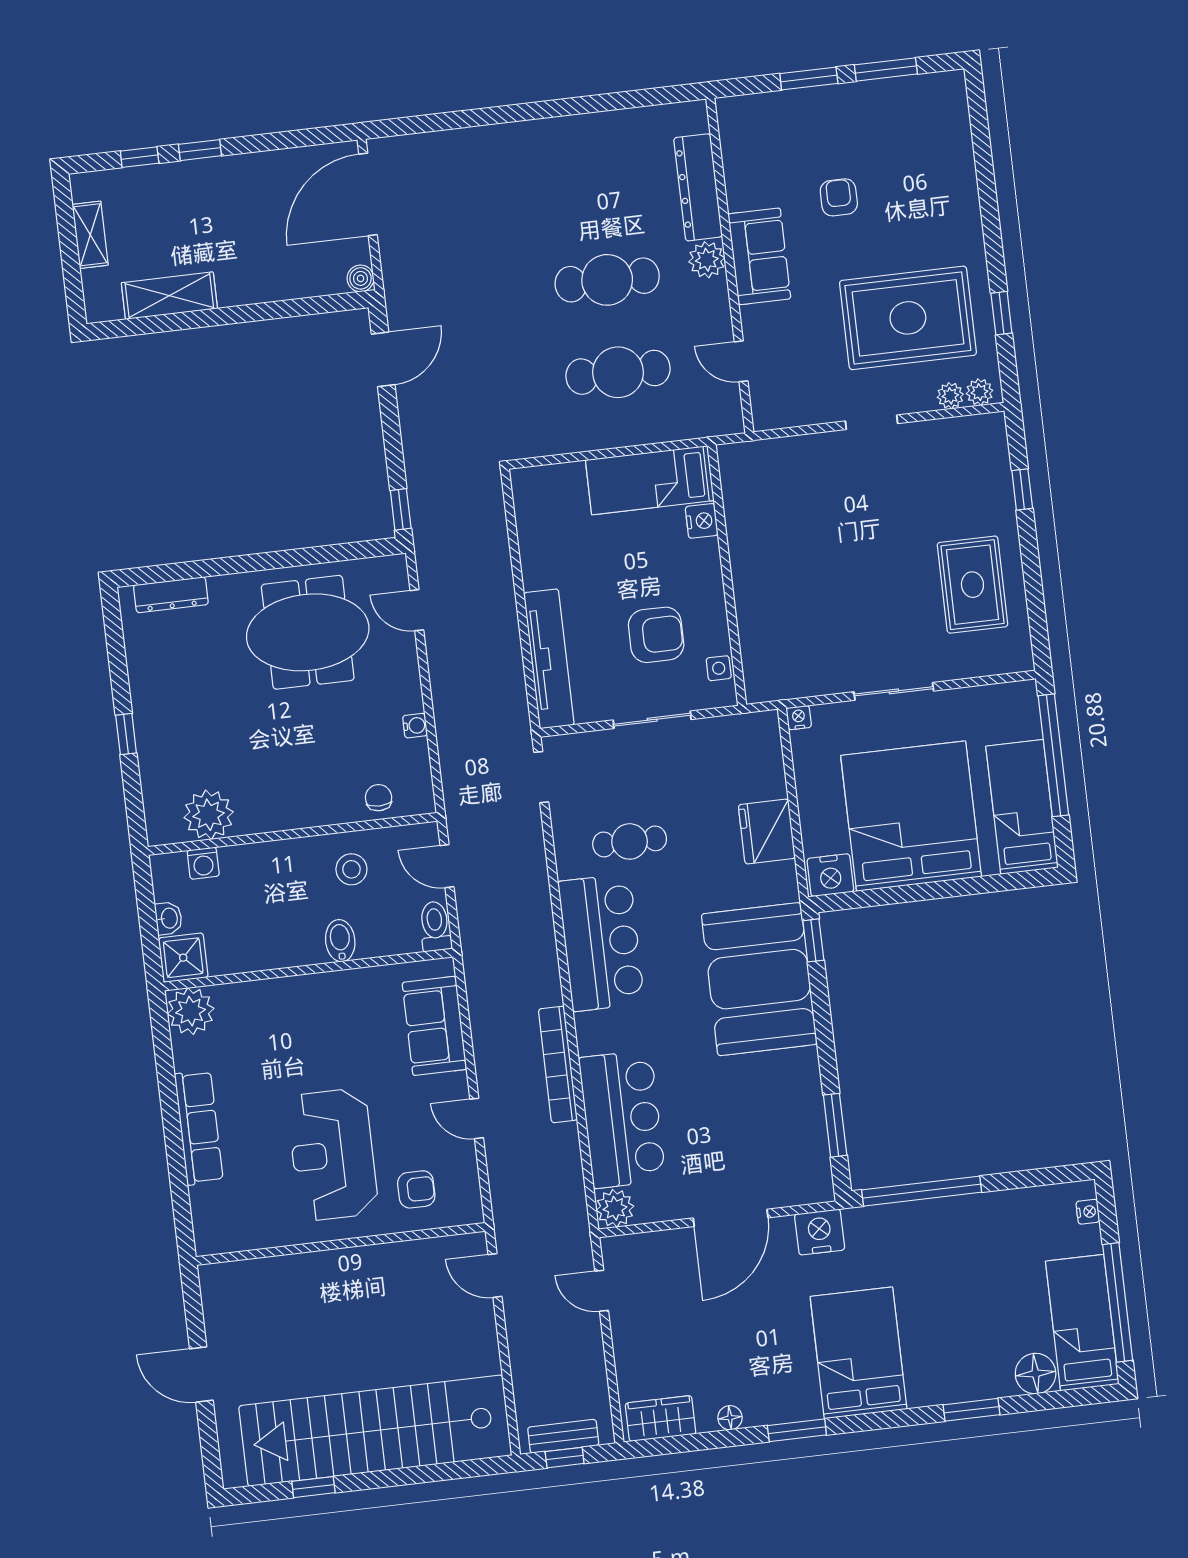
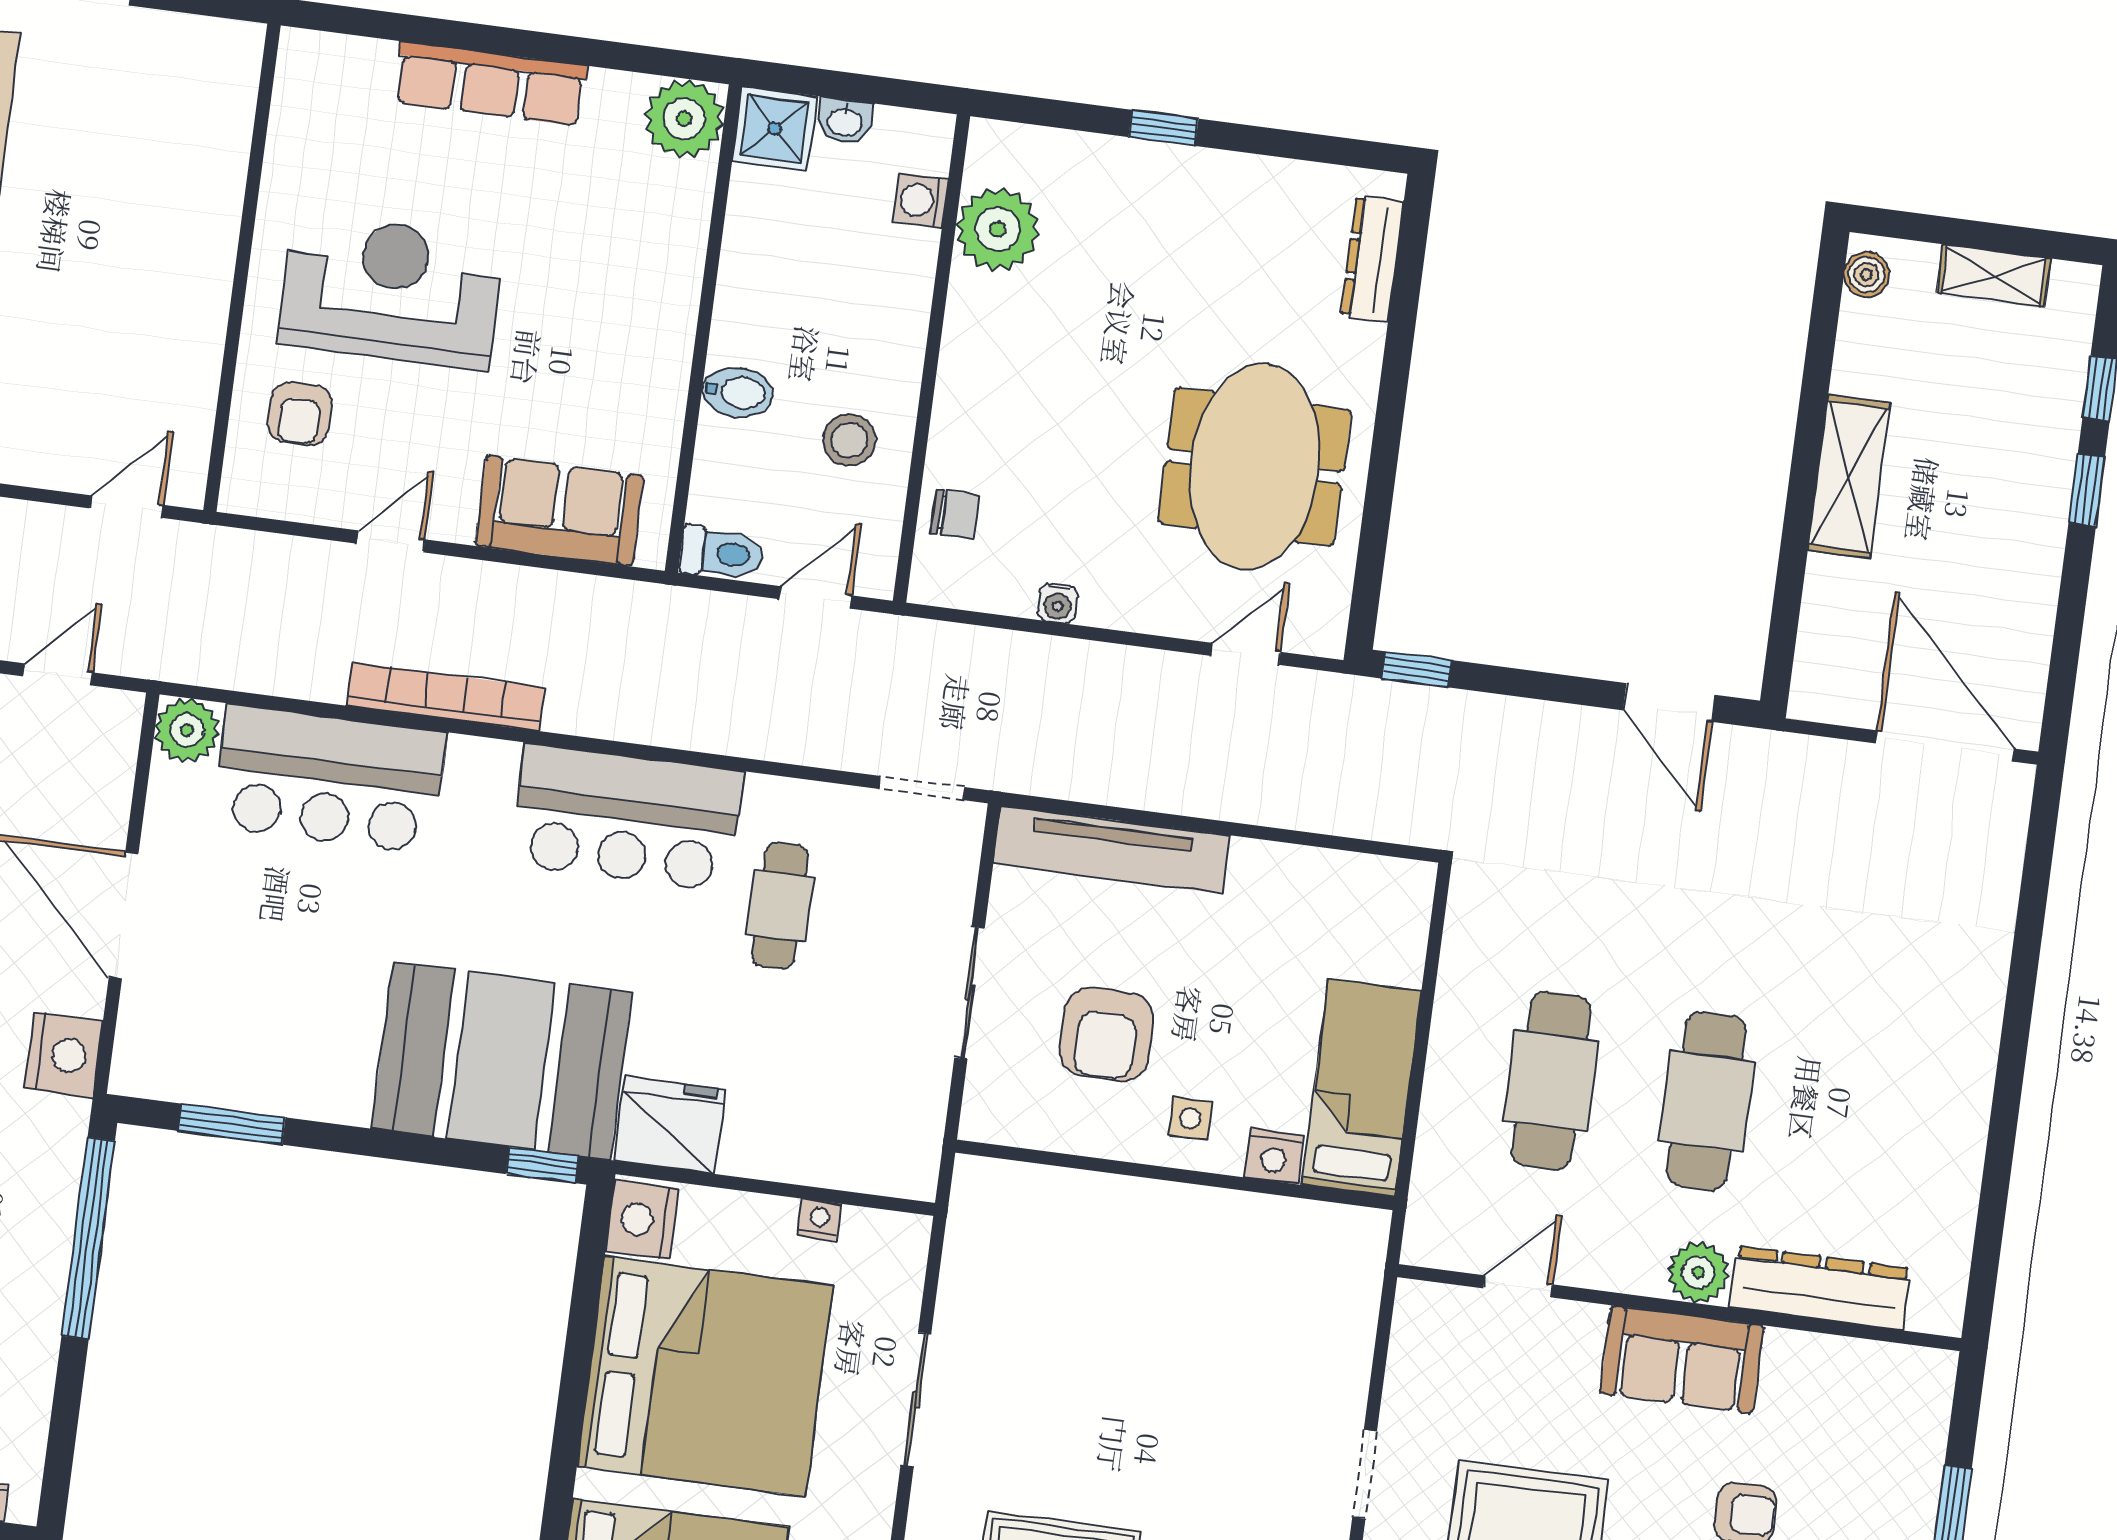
boiler: (360, 278) -> (1867, 275), moved
shelving: (169, 296) -> (1849, 477), moved
side table: (719, 668) -> (1190, 1118), moved
nightstand: (799, 718) -> (819, 1220), moved, turned -90
fridge: (767, 832) -> (670, 1125), moved

